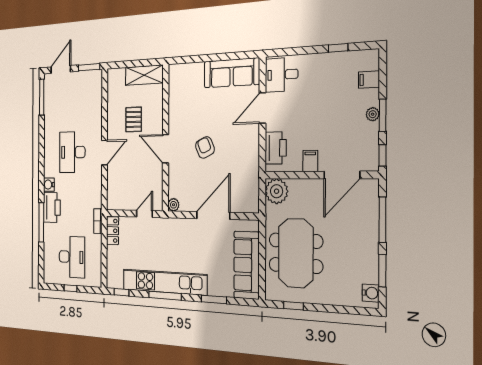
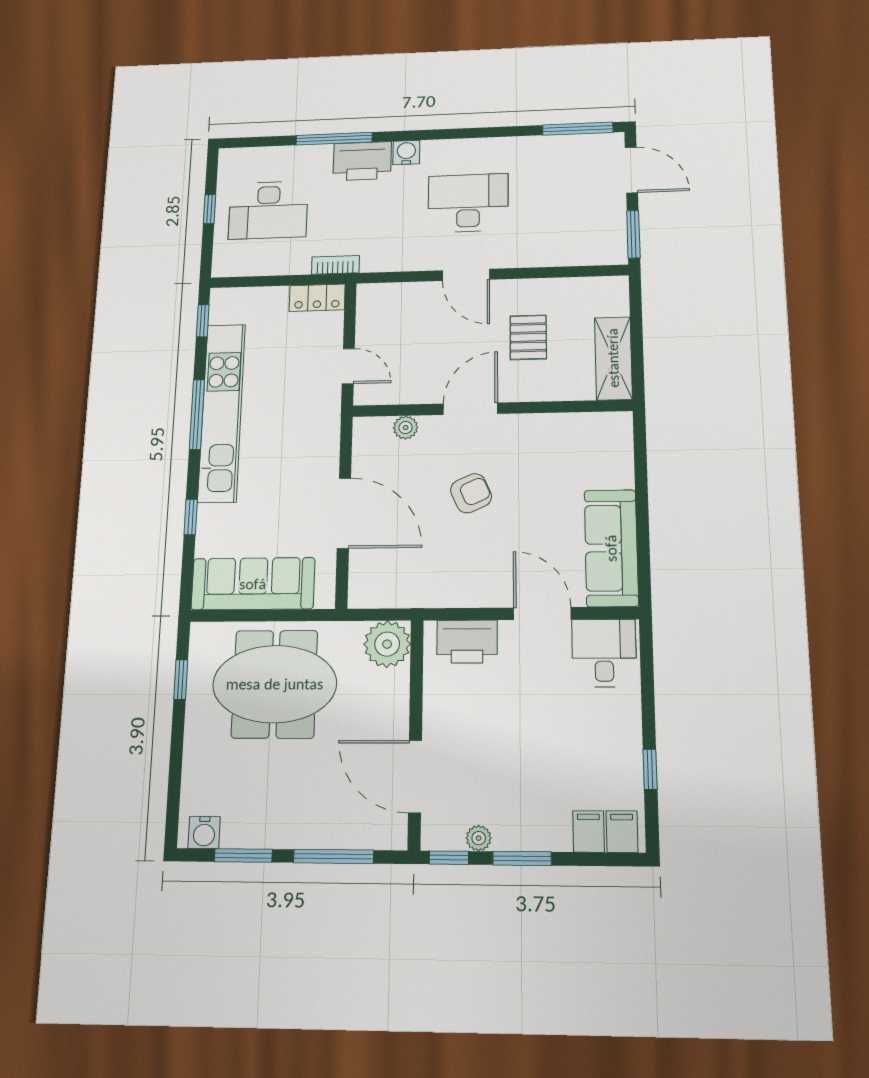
plant: (373, 114) -> (479, 838), moved
pallet: (134, 119) -> (528, 337), turned 90
filing cabinet: (310, 161) -> (622, 832), moved, turned -90
plant: (173, 205) -> (406, 428), moved
window: (214, 299) -> (191, 517), width x0.67

